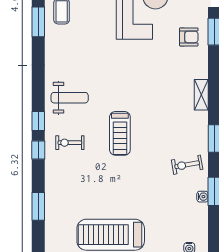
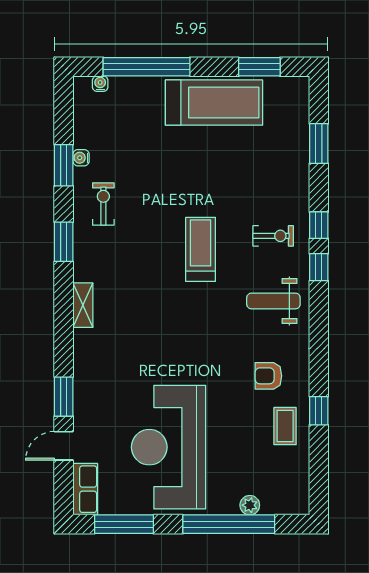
window: (38, 22) -> (319, 411), width x0.67
armchair: (189, 37) -> (268, 376), moved
exercise bike: (187, 165) -> (103, 204), turned -80

